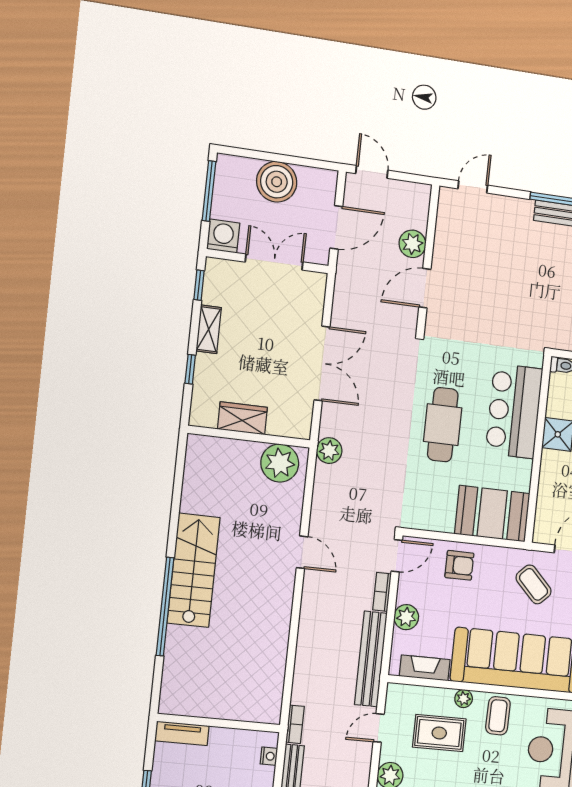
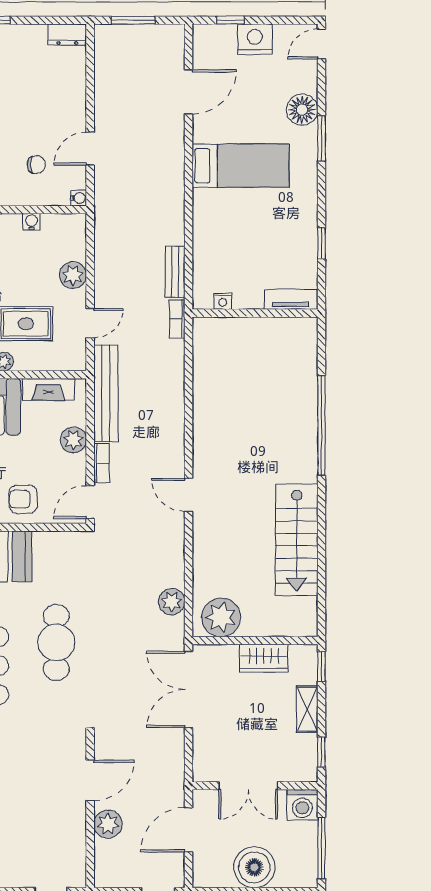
wardrobe: (242, 418) -> (264, 658), moved
wall: (249, 437) -> (255, 641), moved
plant: (280, 463) -> (221, 617), moved
stairs: (194, 570) -> (297, 540), moved
nightstand: (269, 756) -> (223, 301), moved, turned -90

